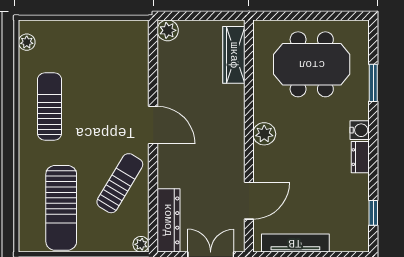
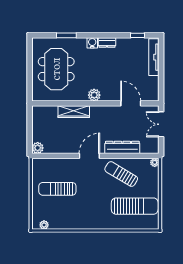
wardrobe: (234, 55) -> (74, 112), moved
sun lounger: (50, 107) -> (57, 189), moved
dresser: (168, 220) -> (122, 147), moved
tv unit: (295, 243) -> (154, 57), moved

